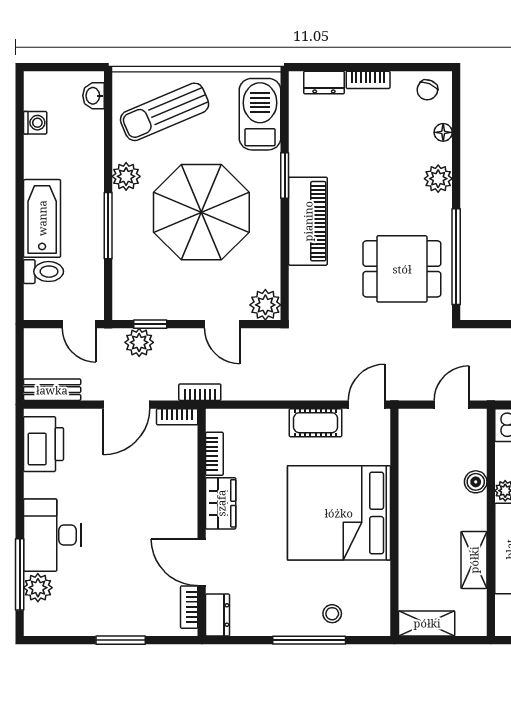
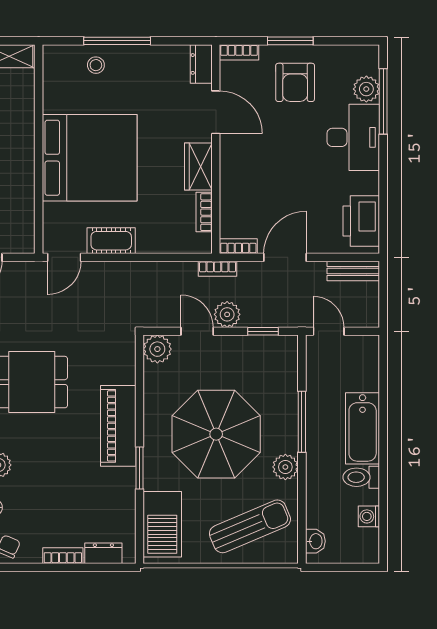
toilet: (43, 272) -> (361, 477), moved
plant: (139, 342) -> (227, 314), moved
armchair: (115, 595) -> (295, 82), added
bookcase: (189, 607) -> (239, 52), moved, turned 90

